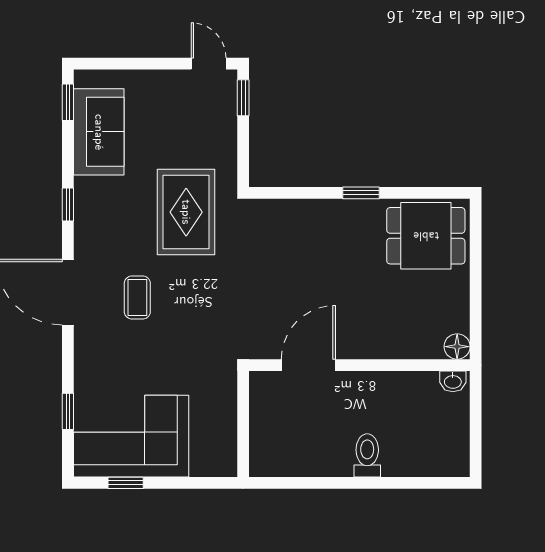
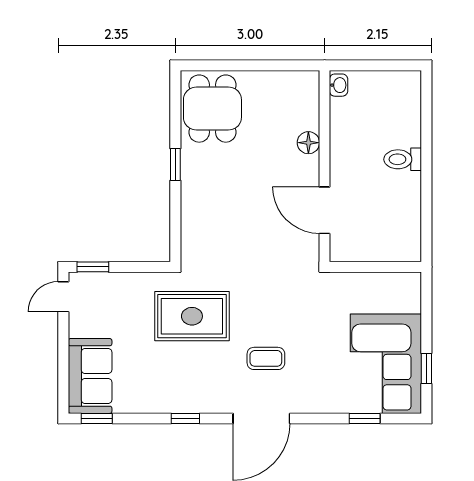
sofa: (99, 132) -> (90, 376), moved, turned 90
floor lamp: (457, 347) -> (308, 143), moved

